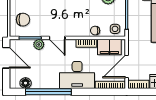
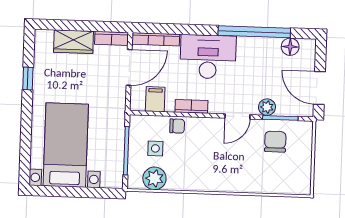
chair: (23, 20) -> (275, 142), moved, turned 90
side table: (115, 29) -> (155, 148), moved
door: (57, 38) -> (237, 116), swing flipped
filing cabinet: (109, 47) -> (155, 99), width x0.50

